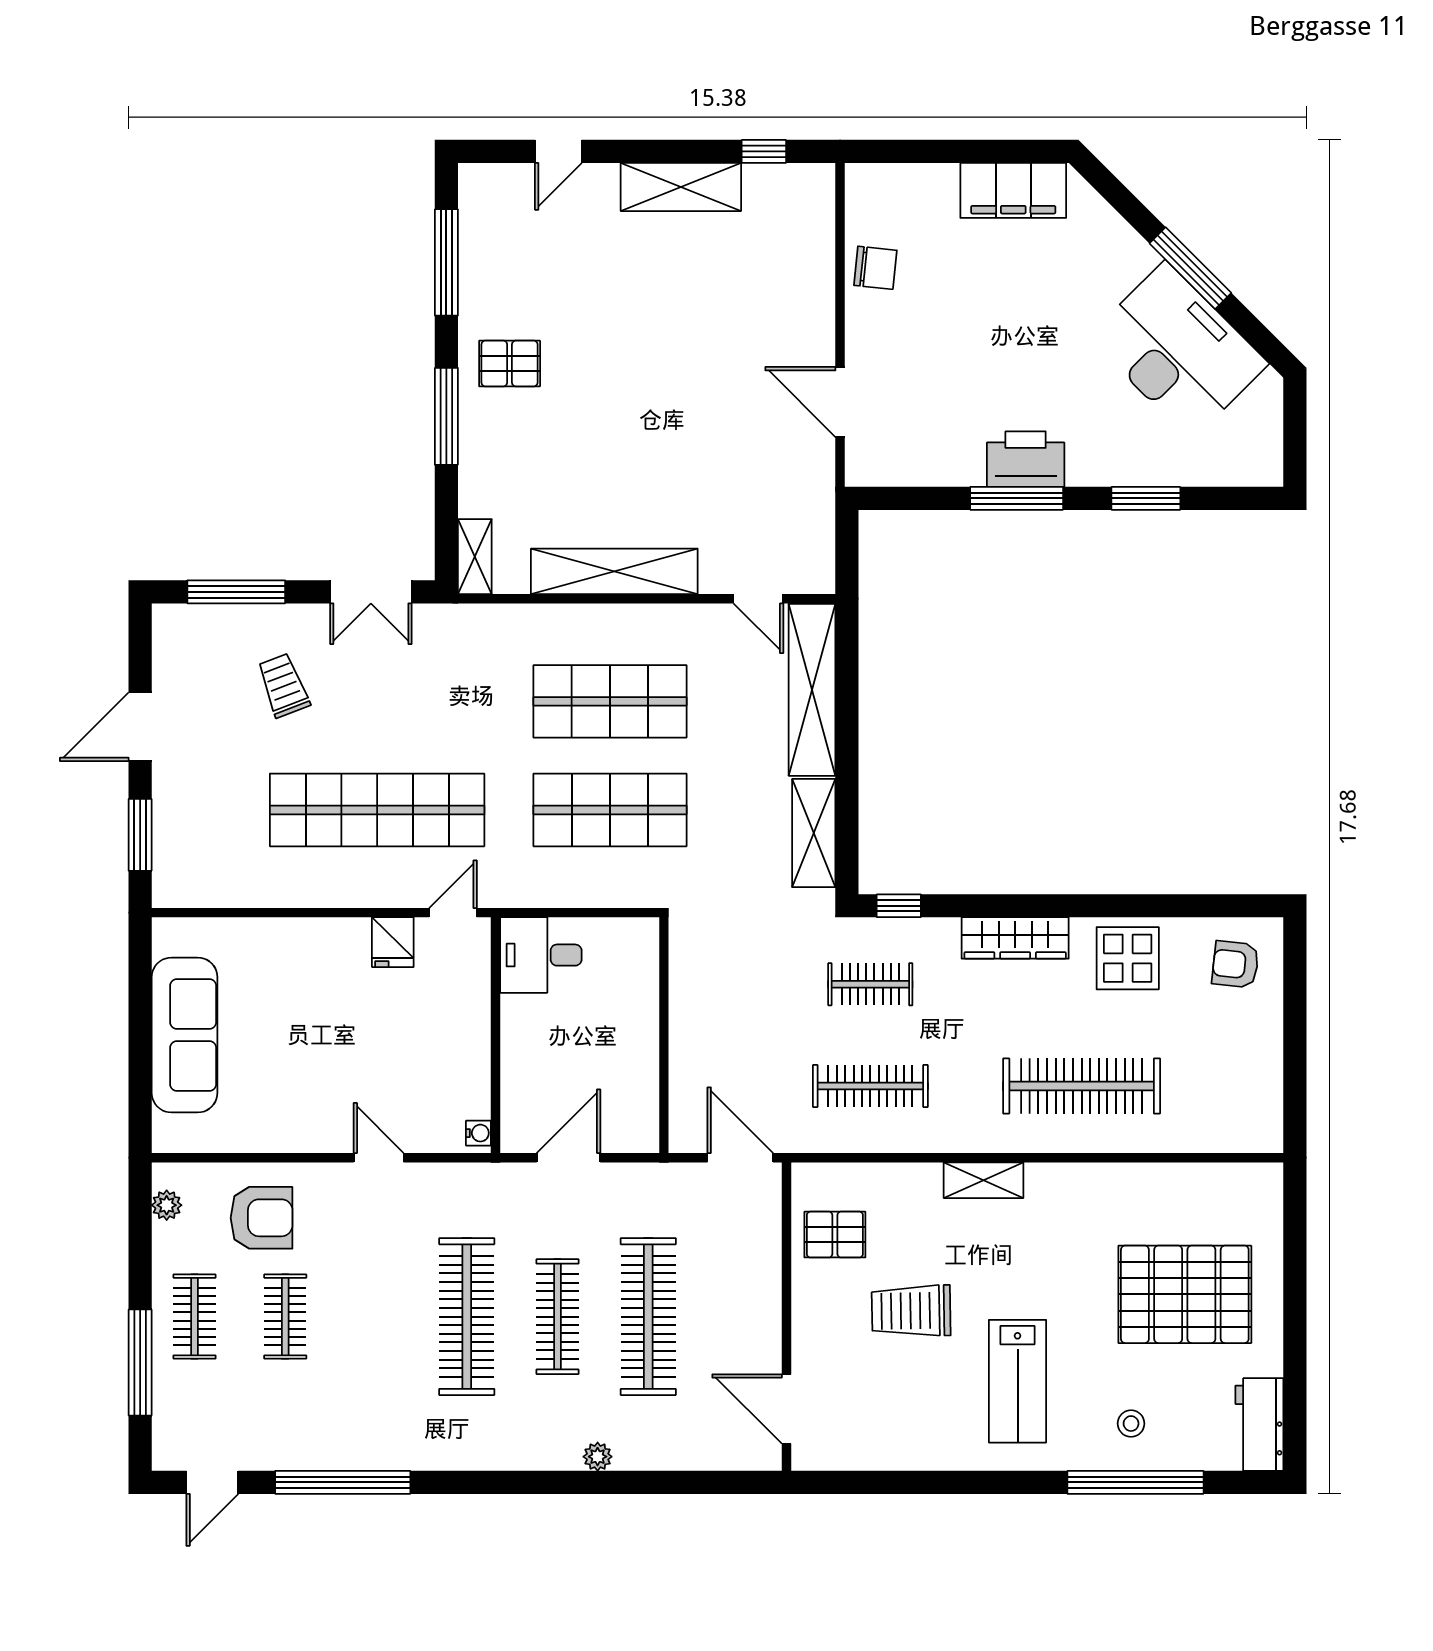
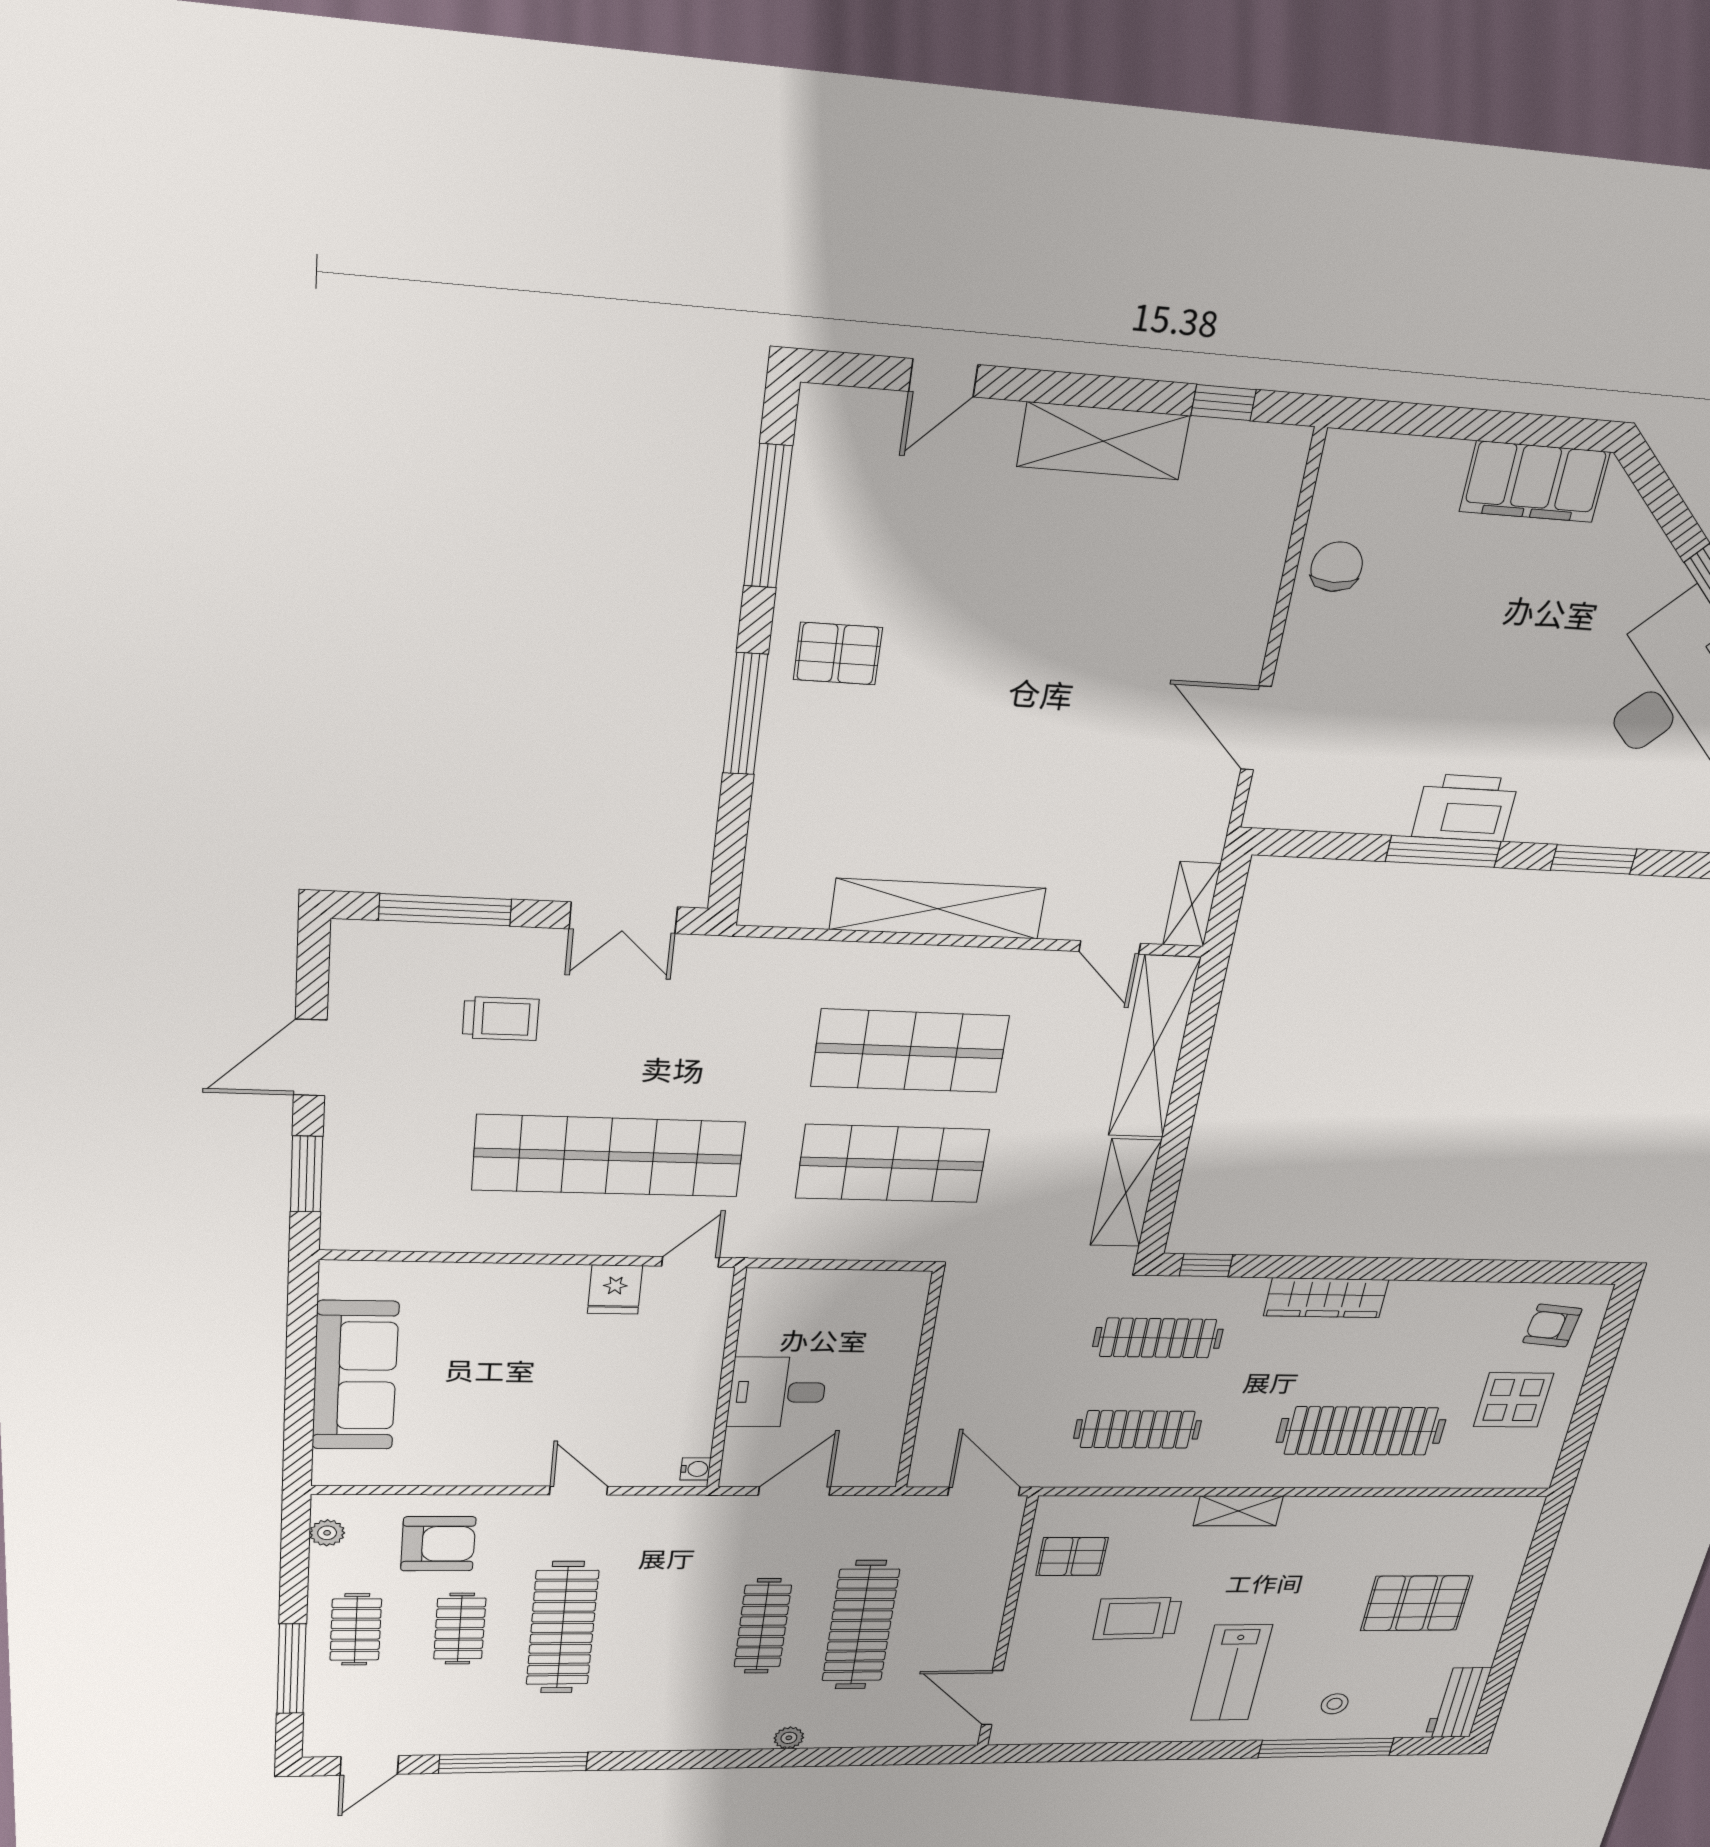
chair: (875, 268) -> (1337, 567), turned -96
shelving: (475, 557) -> (1192, 904), moved
trolley: (283, 685) -> (501, 1019), turned 111
desk: (541, 955) -> (777, 1392), moved
display table: (1128, 958) -> (1513, 1400), moved
clothes rail: (870, 984) -> (1158, 1338), width x1.36
pallet: (1185, 1294) -> (1417, 1603), width x0.73, depth x0.71
clothes rail: (467, 1317) -> (562, 1628), moved

